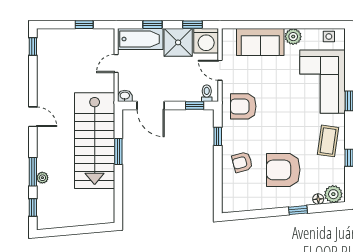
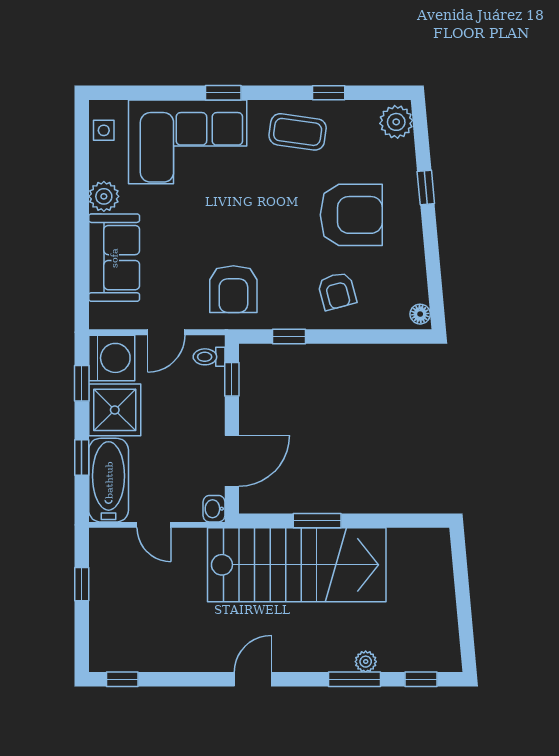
armchair: (283, 170) -> (351, 215), turned -90
floor lamp: (318, 199) -> (420, 314), moved

